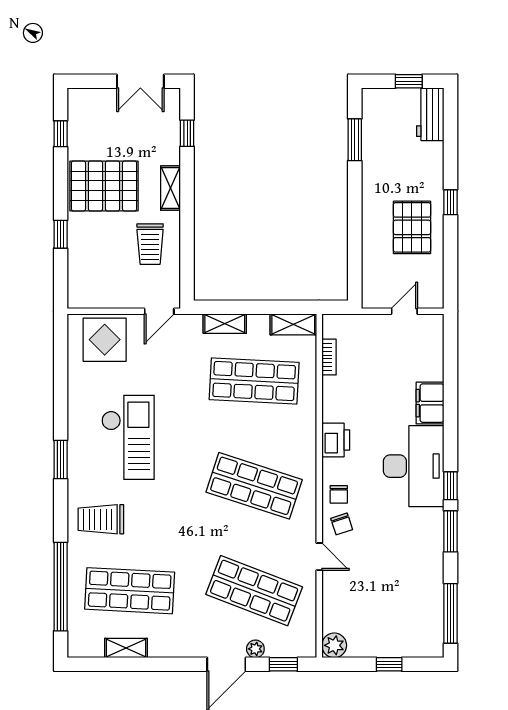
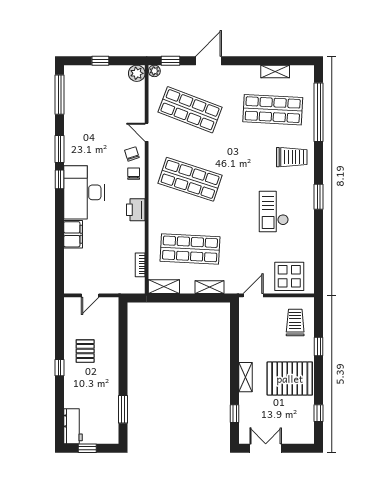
pallet: (412, 227) -> (85, 351), width x0.67, depth x0.71
trolley: (150, 244) -> (295, 323), moved
checkout: (128, 437) -> (274, 212), width x0.73, depth x0.83
plant: (255, 649) -> (154, 71), moved

